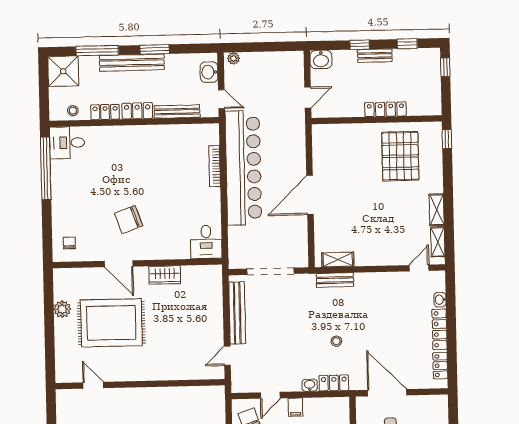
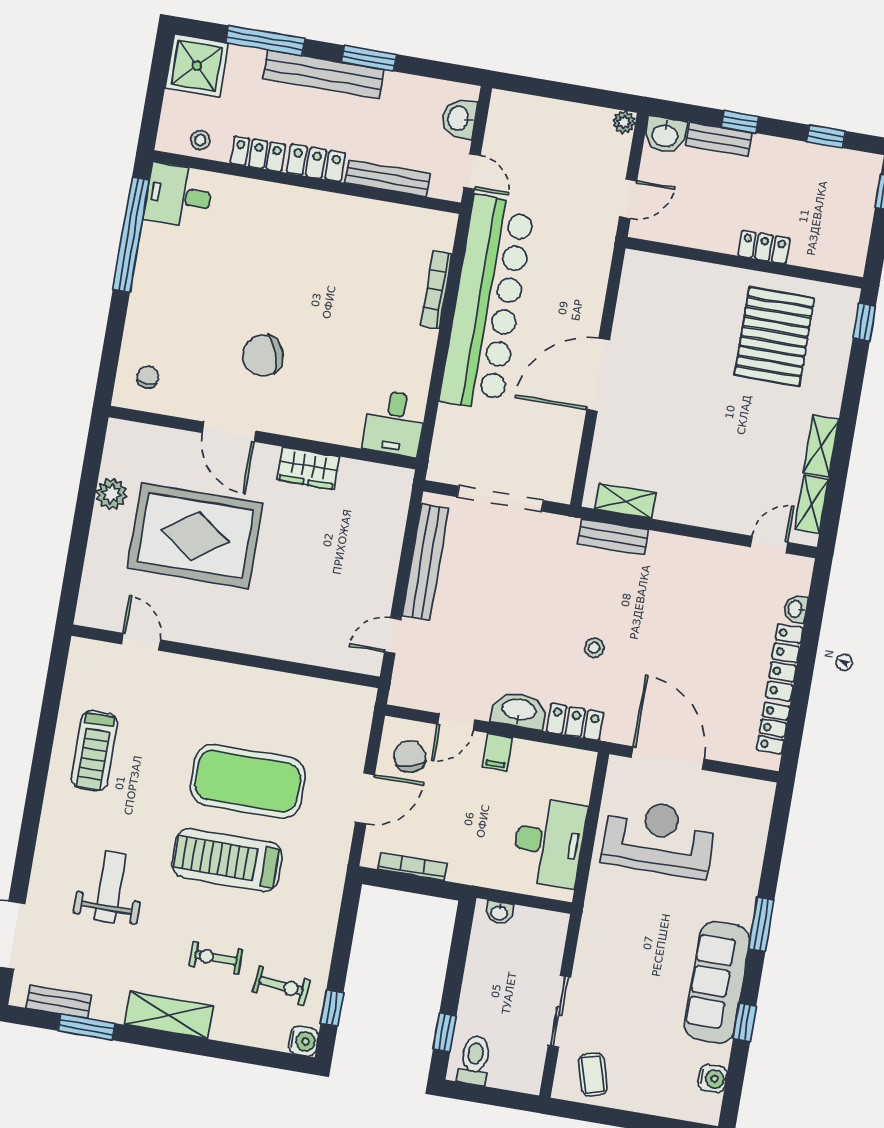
bench: (375, 56) -> (719, 139), moved
plant: (234, 58) -> (624, 122), moved
locker: (385, 109) -> (764, 247), width x0.66
washbasin: (310, 385) -> (519, 710), width x1.91, depth x1.45

